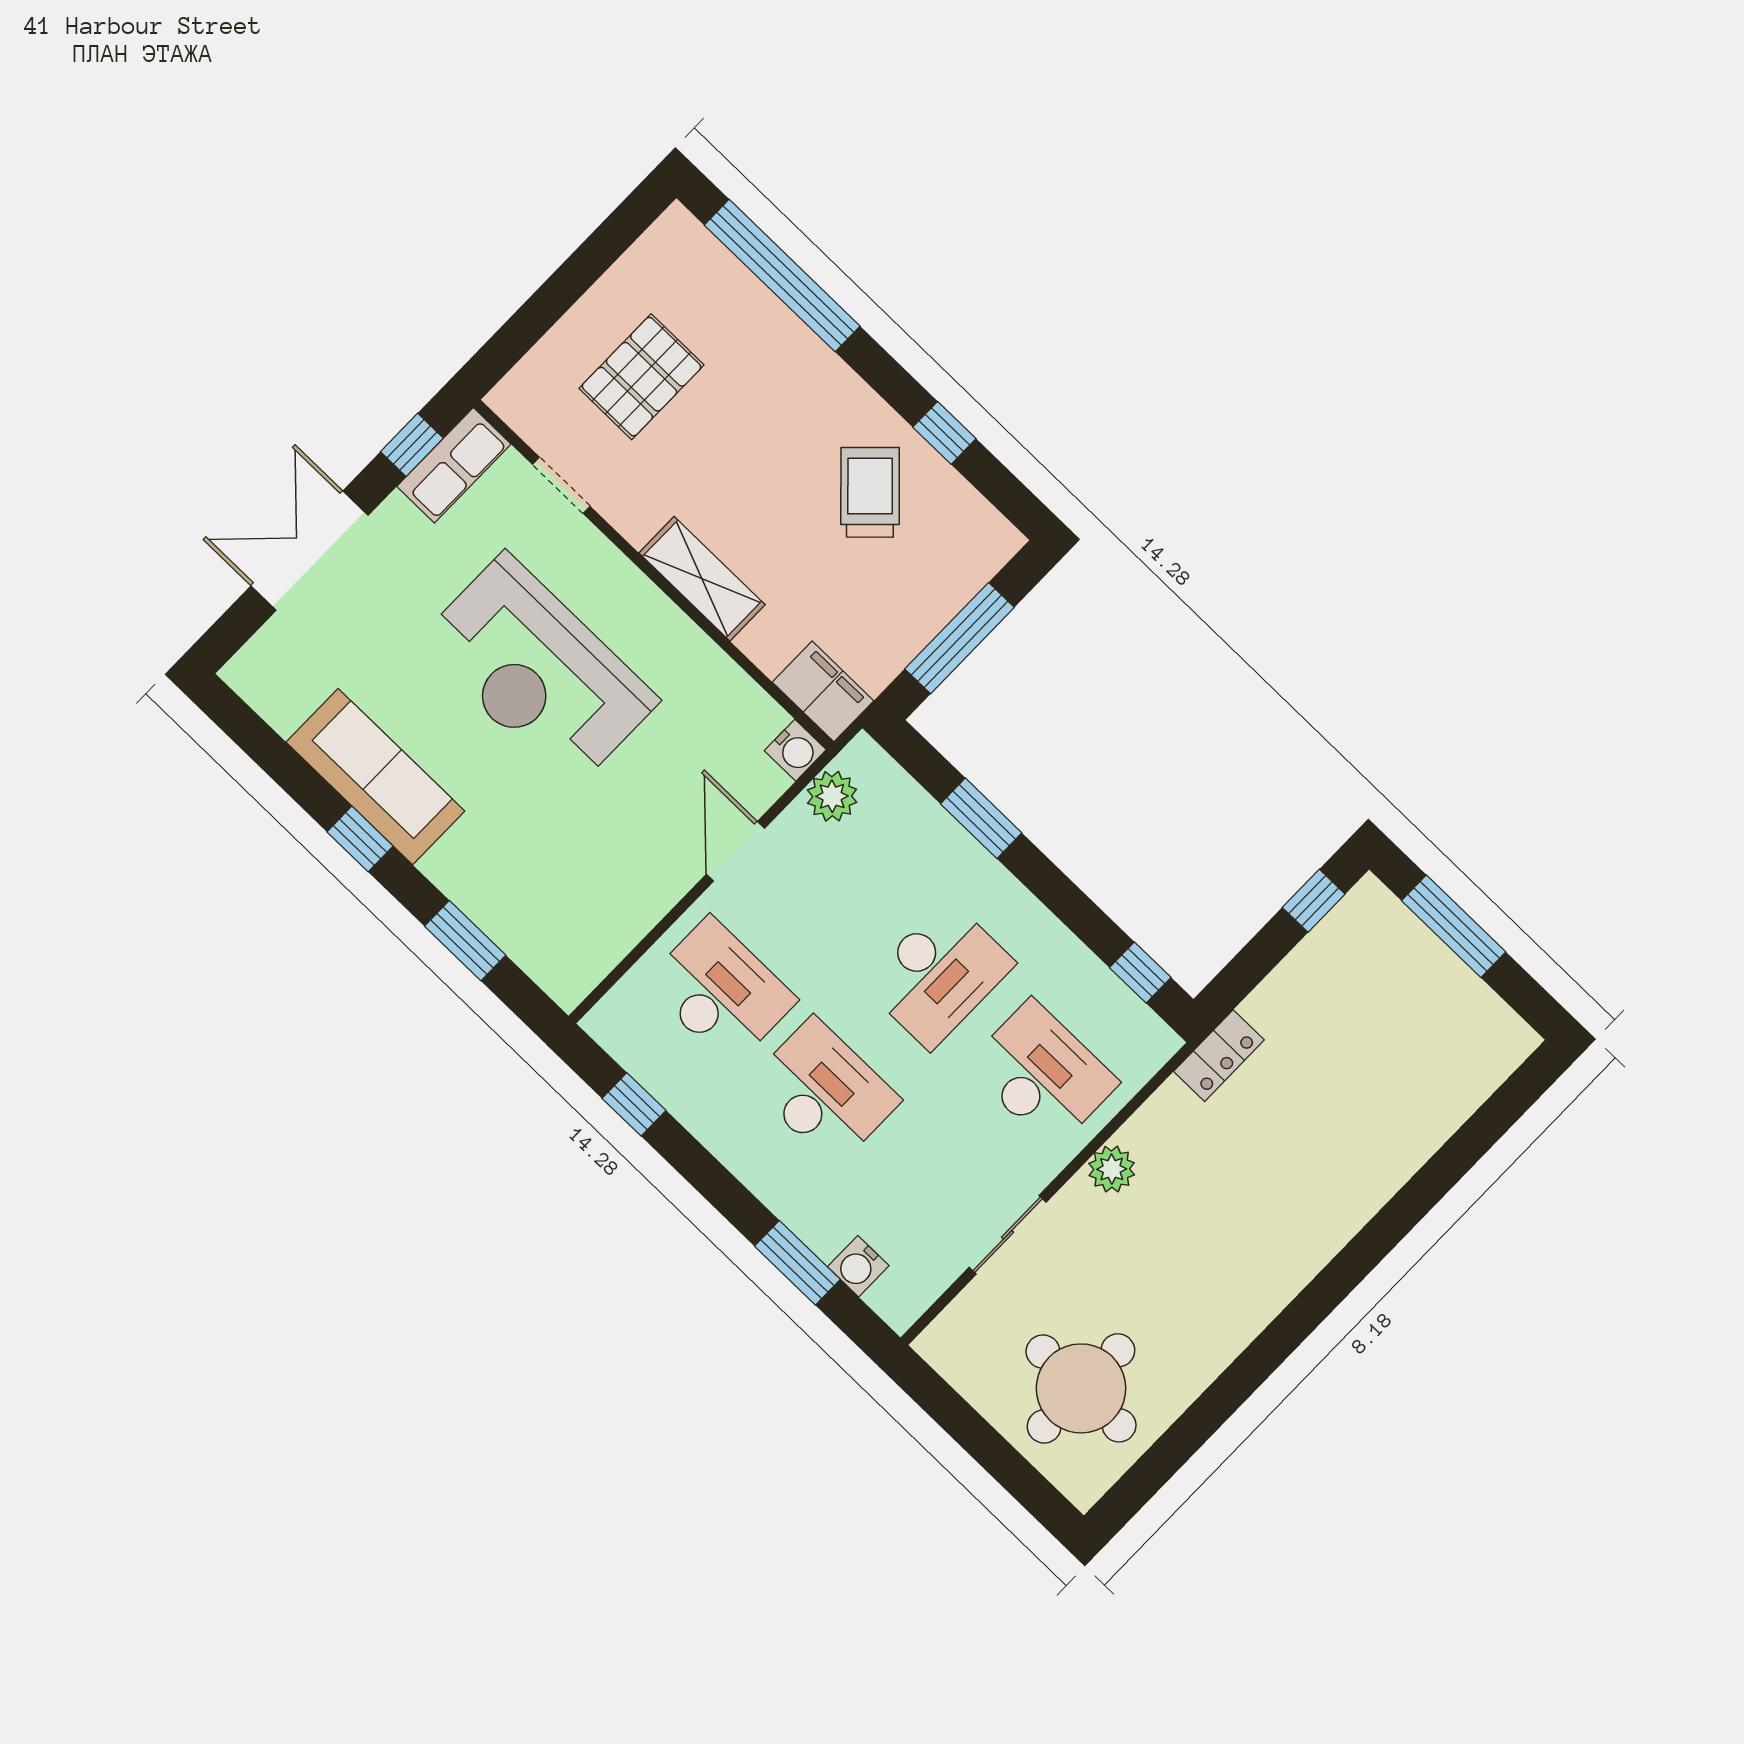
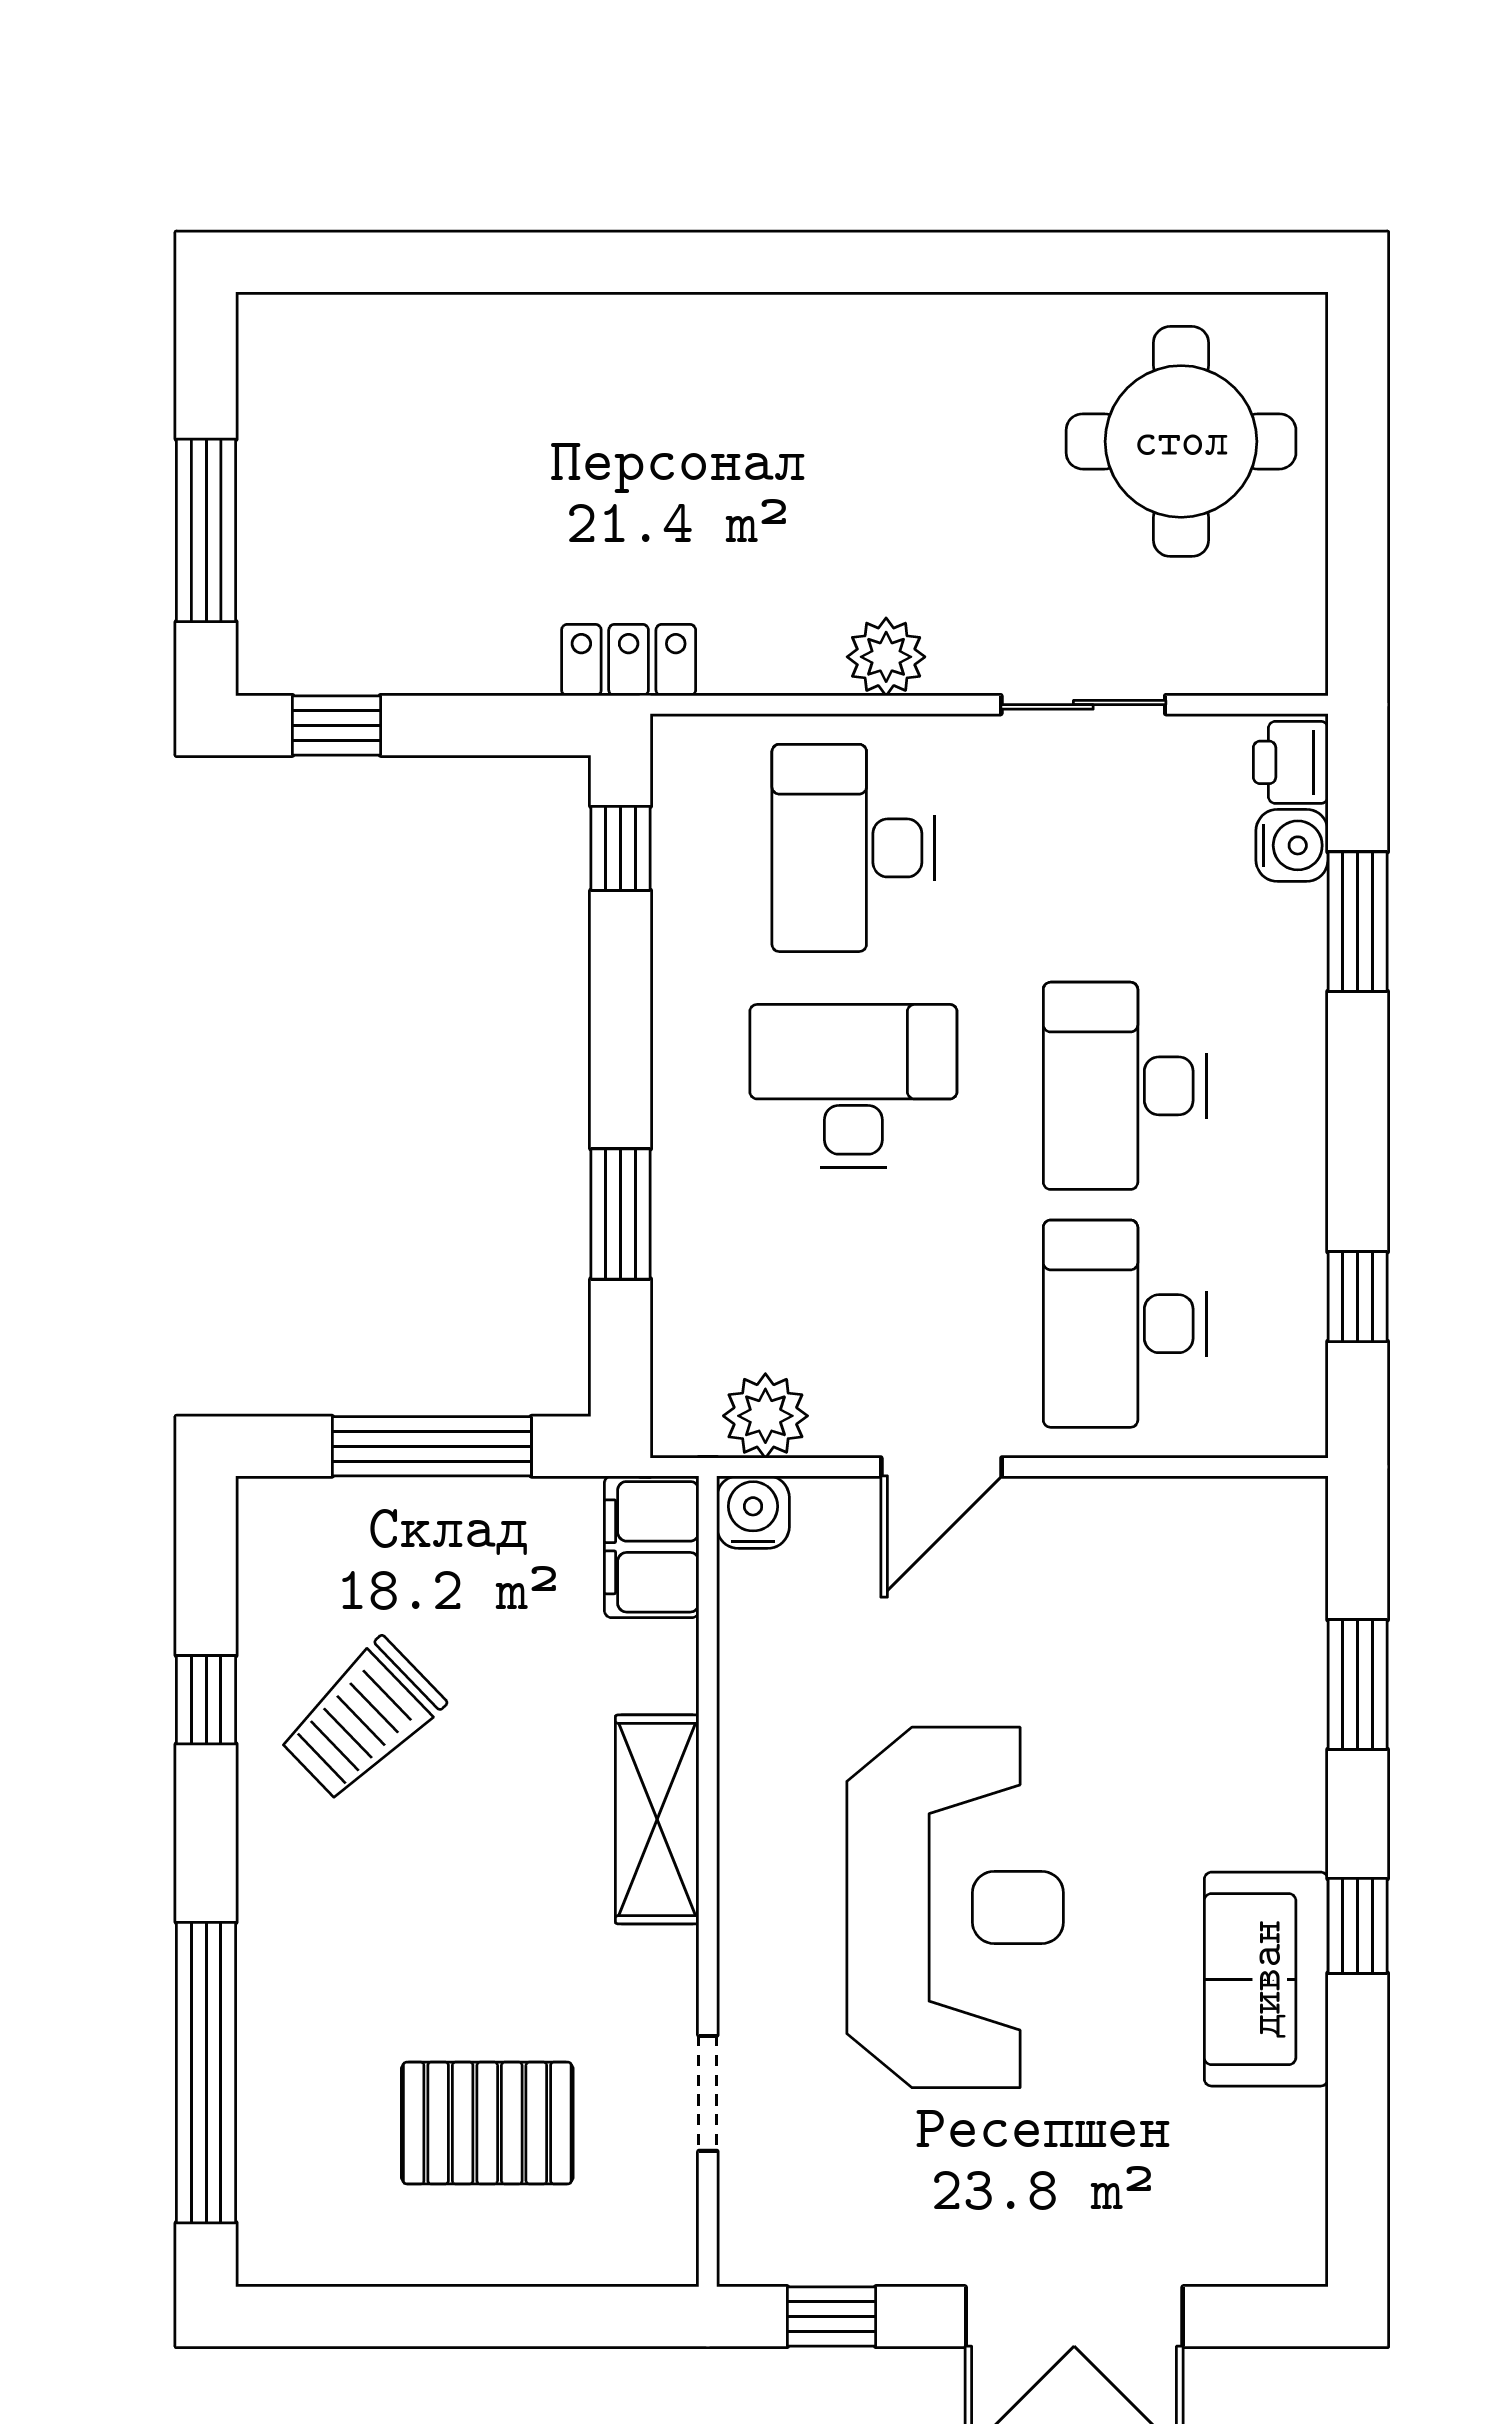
row of seats: (454, 465) -> (807, 2244), removed
sofa: (375, 777) -> (1266, 1979), width x0.73
printer: (895, 1301) -> (1291, 762), added

